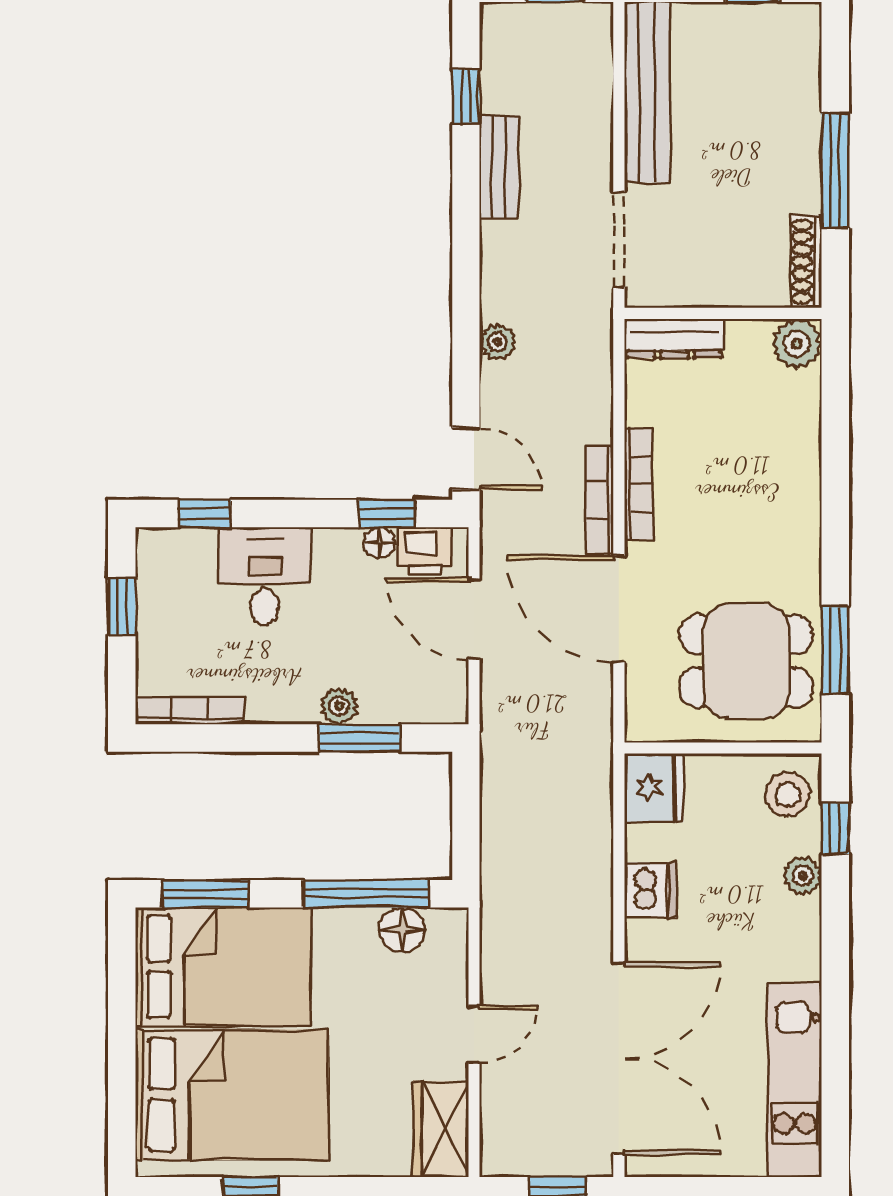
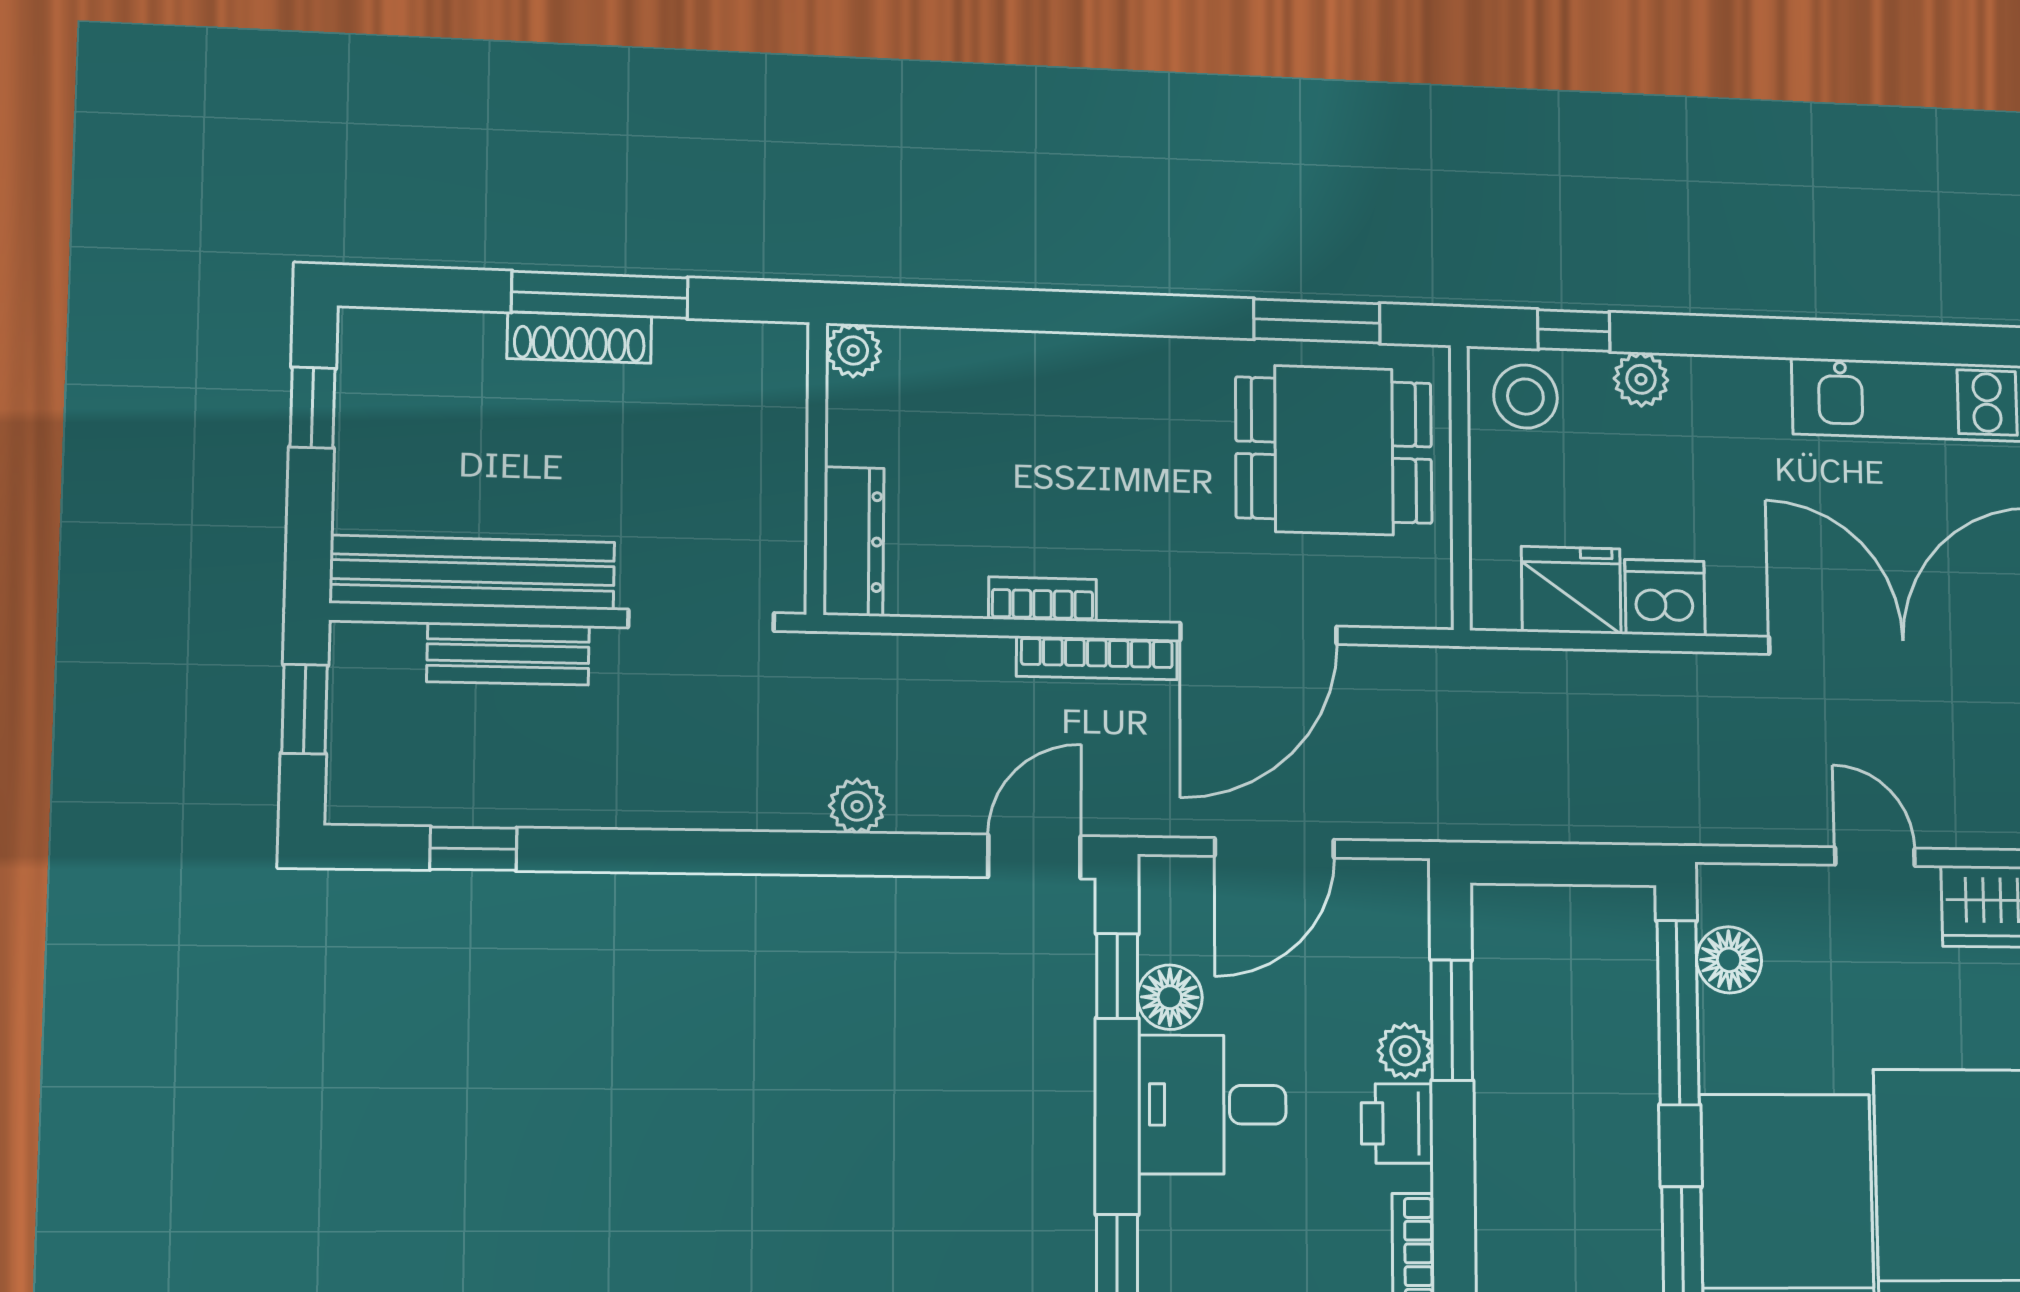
bench: (499, 167) -> (508, 654), moved
shoe rack: (806, 261) -> (579, 338), moved
plant: (797, 344) -> (853, 350), width x0.73, depth x0.73
bookcase: (639, 484) -> (1043, 599), width x0.64
floor lamp: (379, 543) -> (1170, 997), width x1.37, depth x1.37
printer: (425, 551) -> (1397, 1123), moved, turned 180
desk: (265, 576) -> (1212, 1105), moved
dining table: (746, 661) -> (1334, 450), turned 90
fridge: (654, 788) -> (1571, 590), moved

